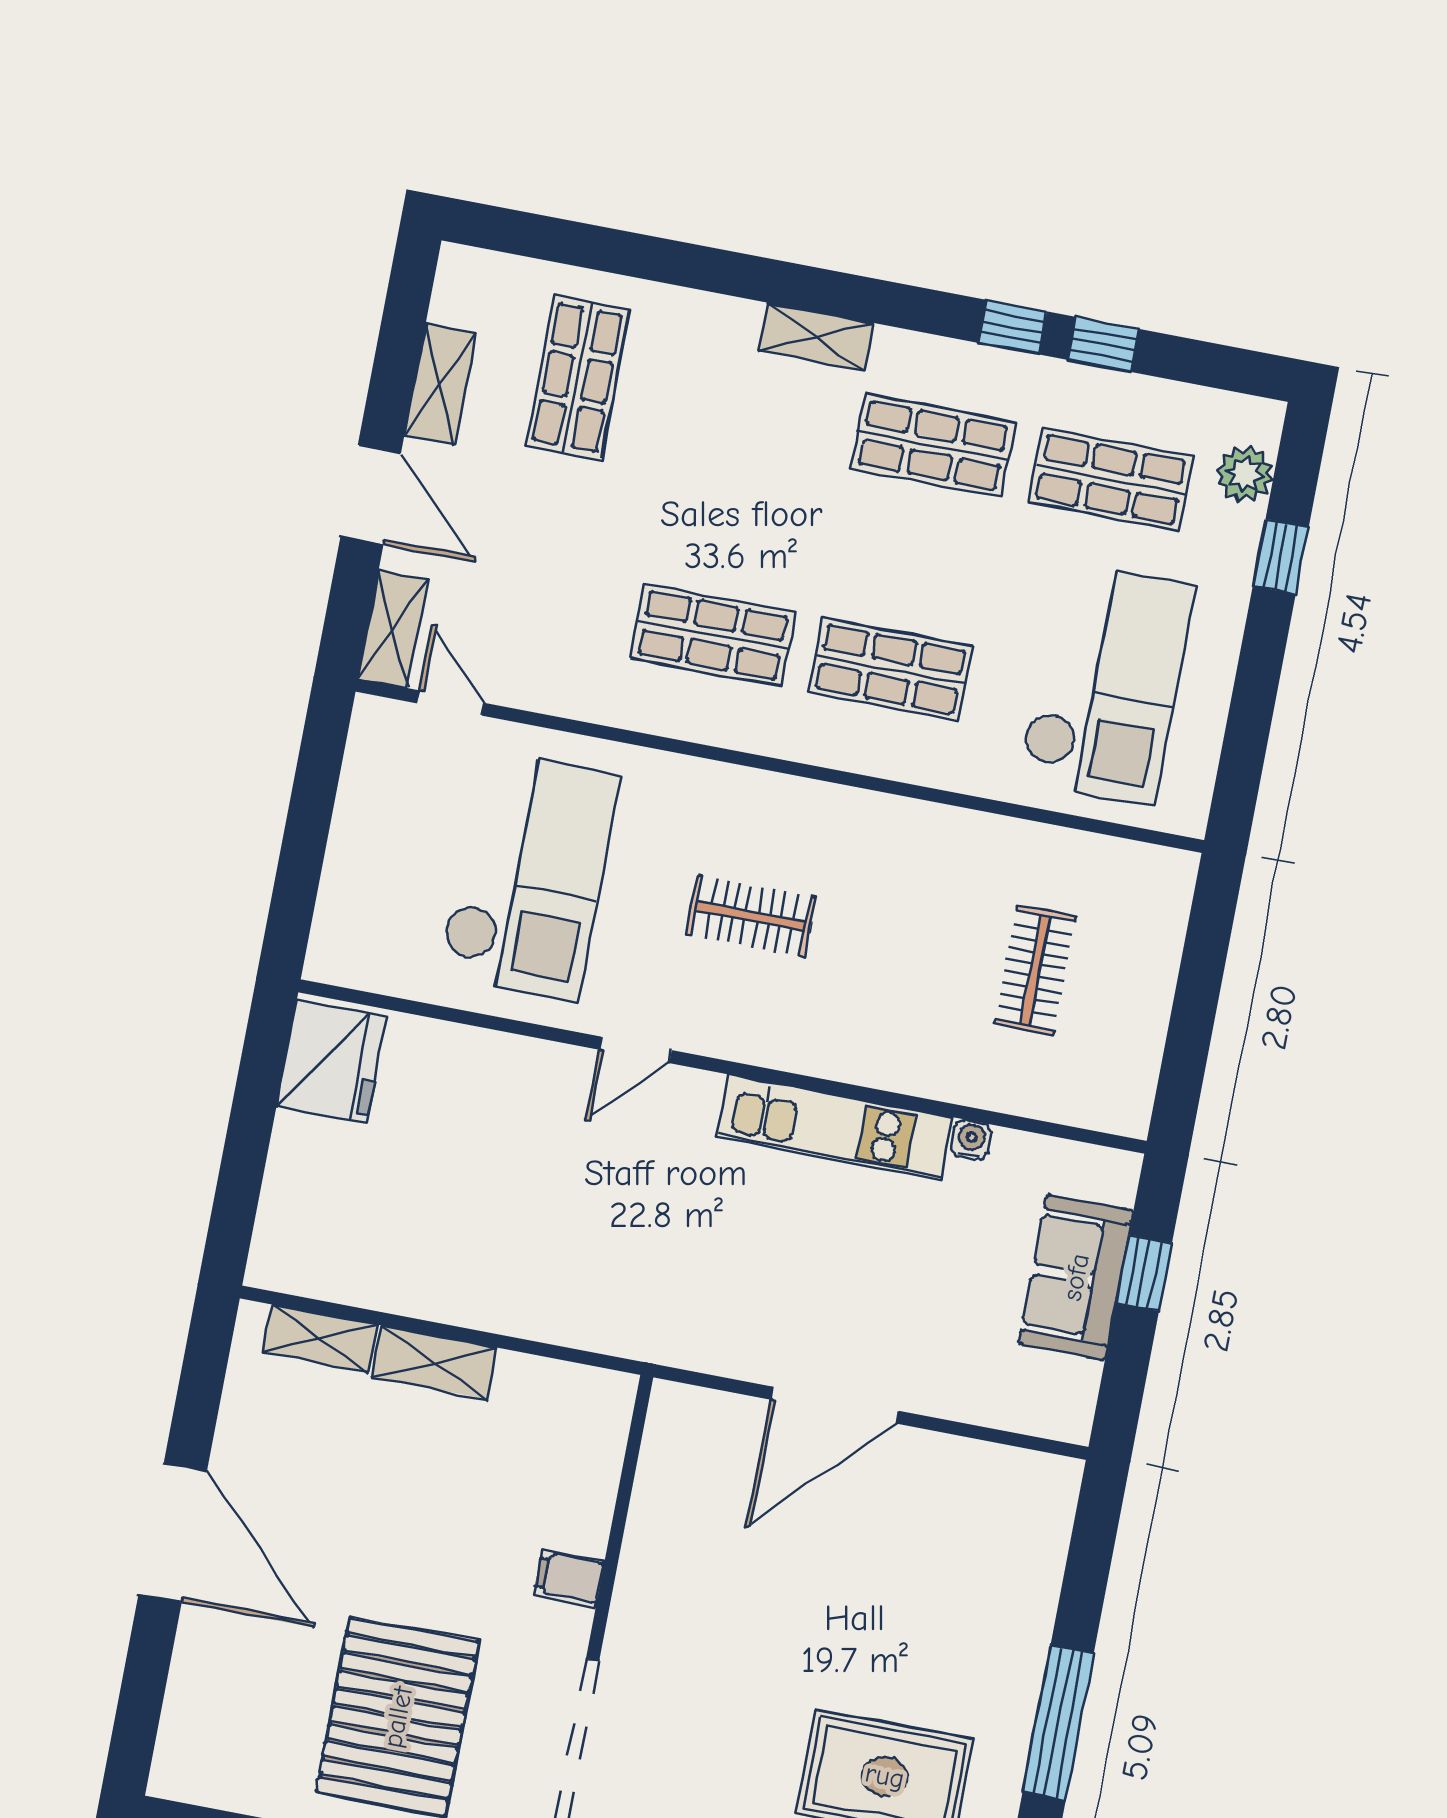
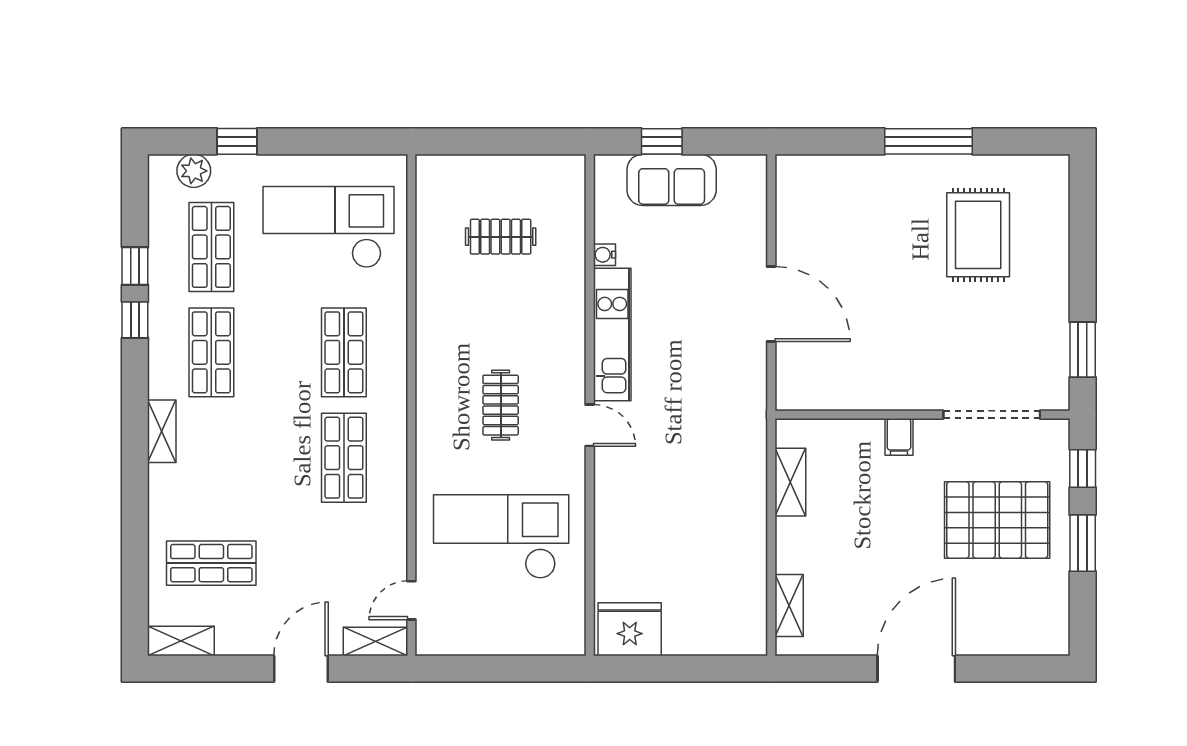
shelving: (440, 384) -> (181, 641), moved
door: (635, 1050) -> (590, 425), moved
shelving: (434, 1362) -> (790, 482), moved

